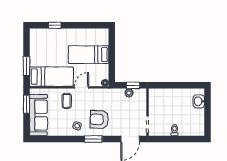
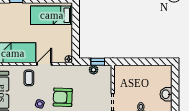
bed: (88, 55) -> (52, 15), moved
washbasin: (199, 101) -> (166, 94), moved

